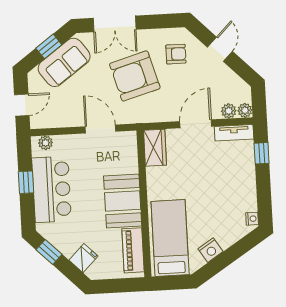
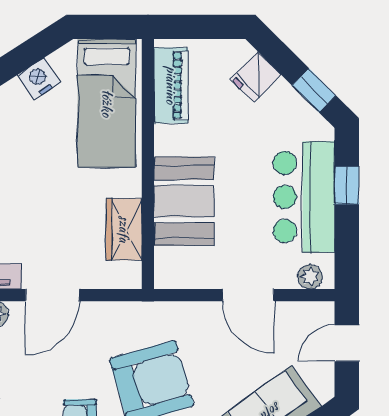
door: (100, 129) -> (248, 295), moved
wardrobe: (155, 148) -> (124, 229), moved
window: (26, 182) -> (347, 185), moved
booth: (123, 201) -> (184, 201), moved

